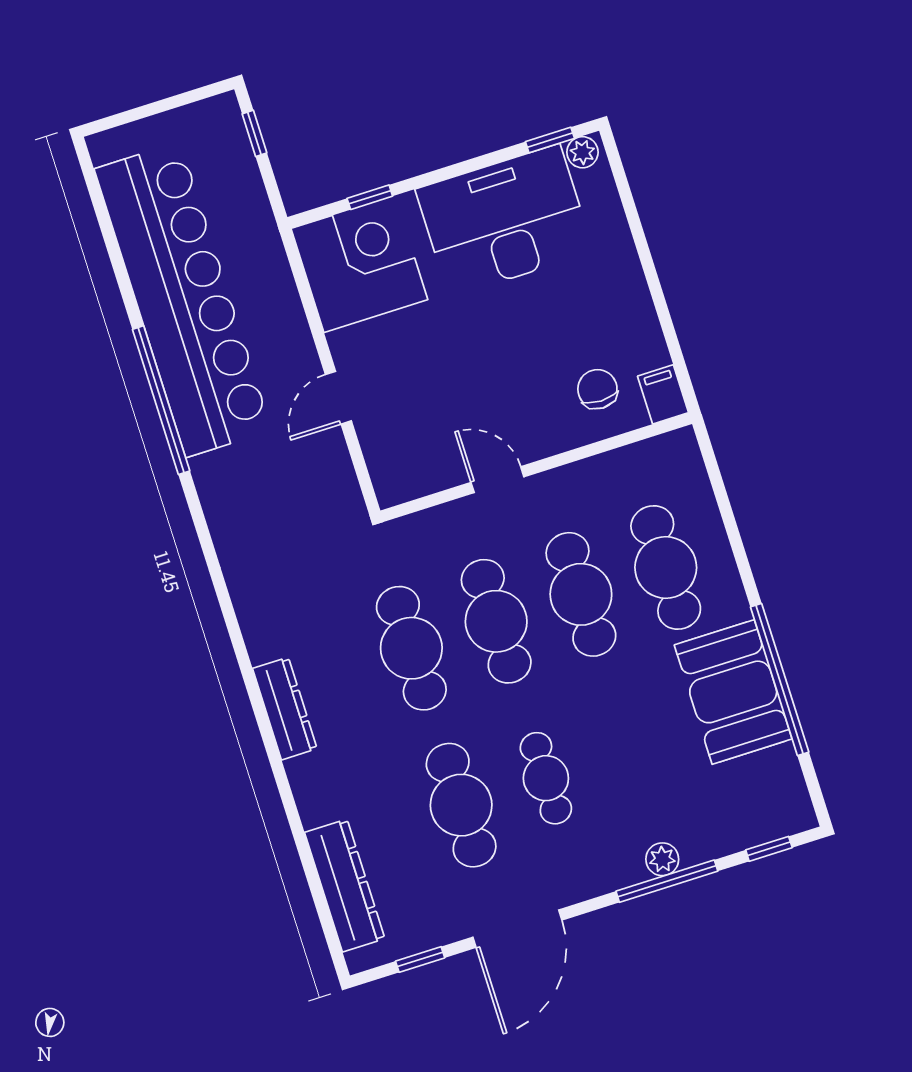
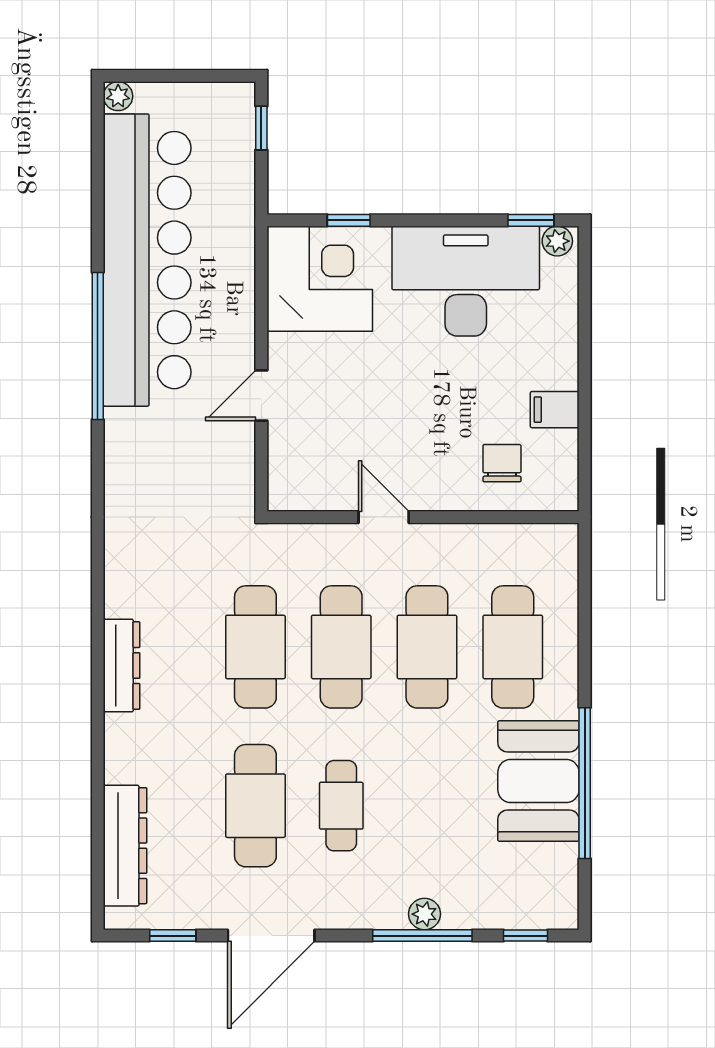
plant: (103, 147) -> (118, 96), added
filing cabinet: (663, 394) -> (555, 410), moved, turned -90

